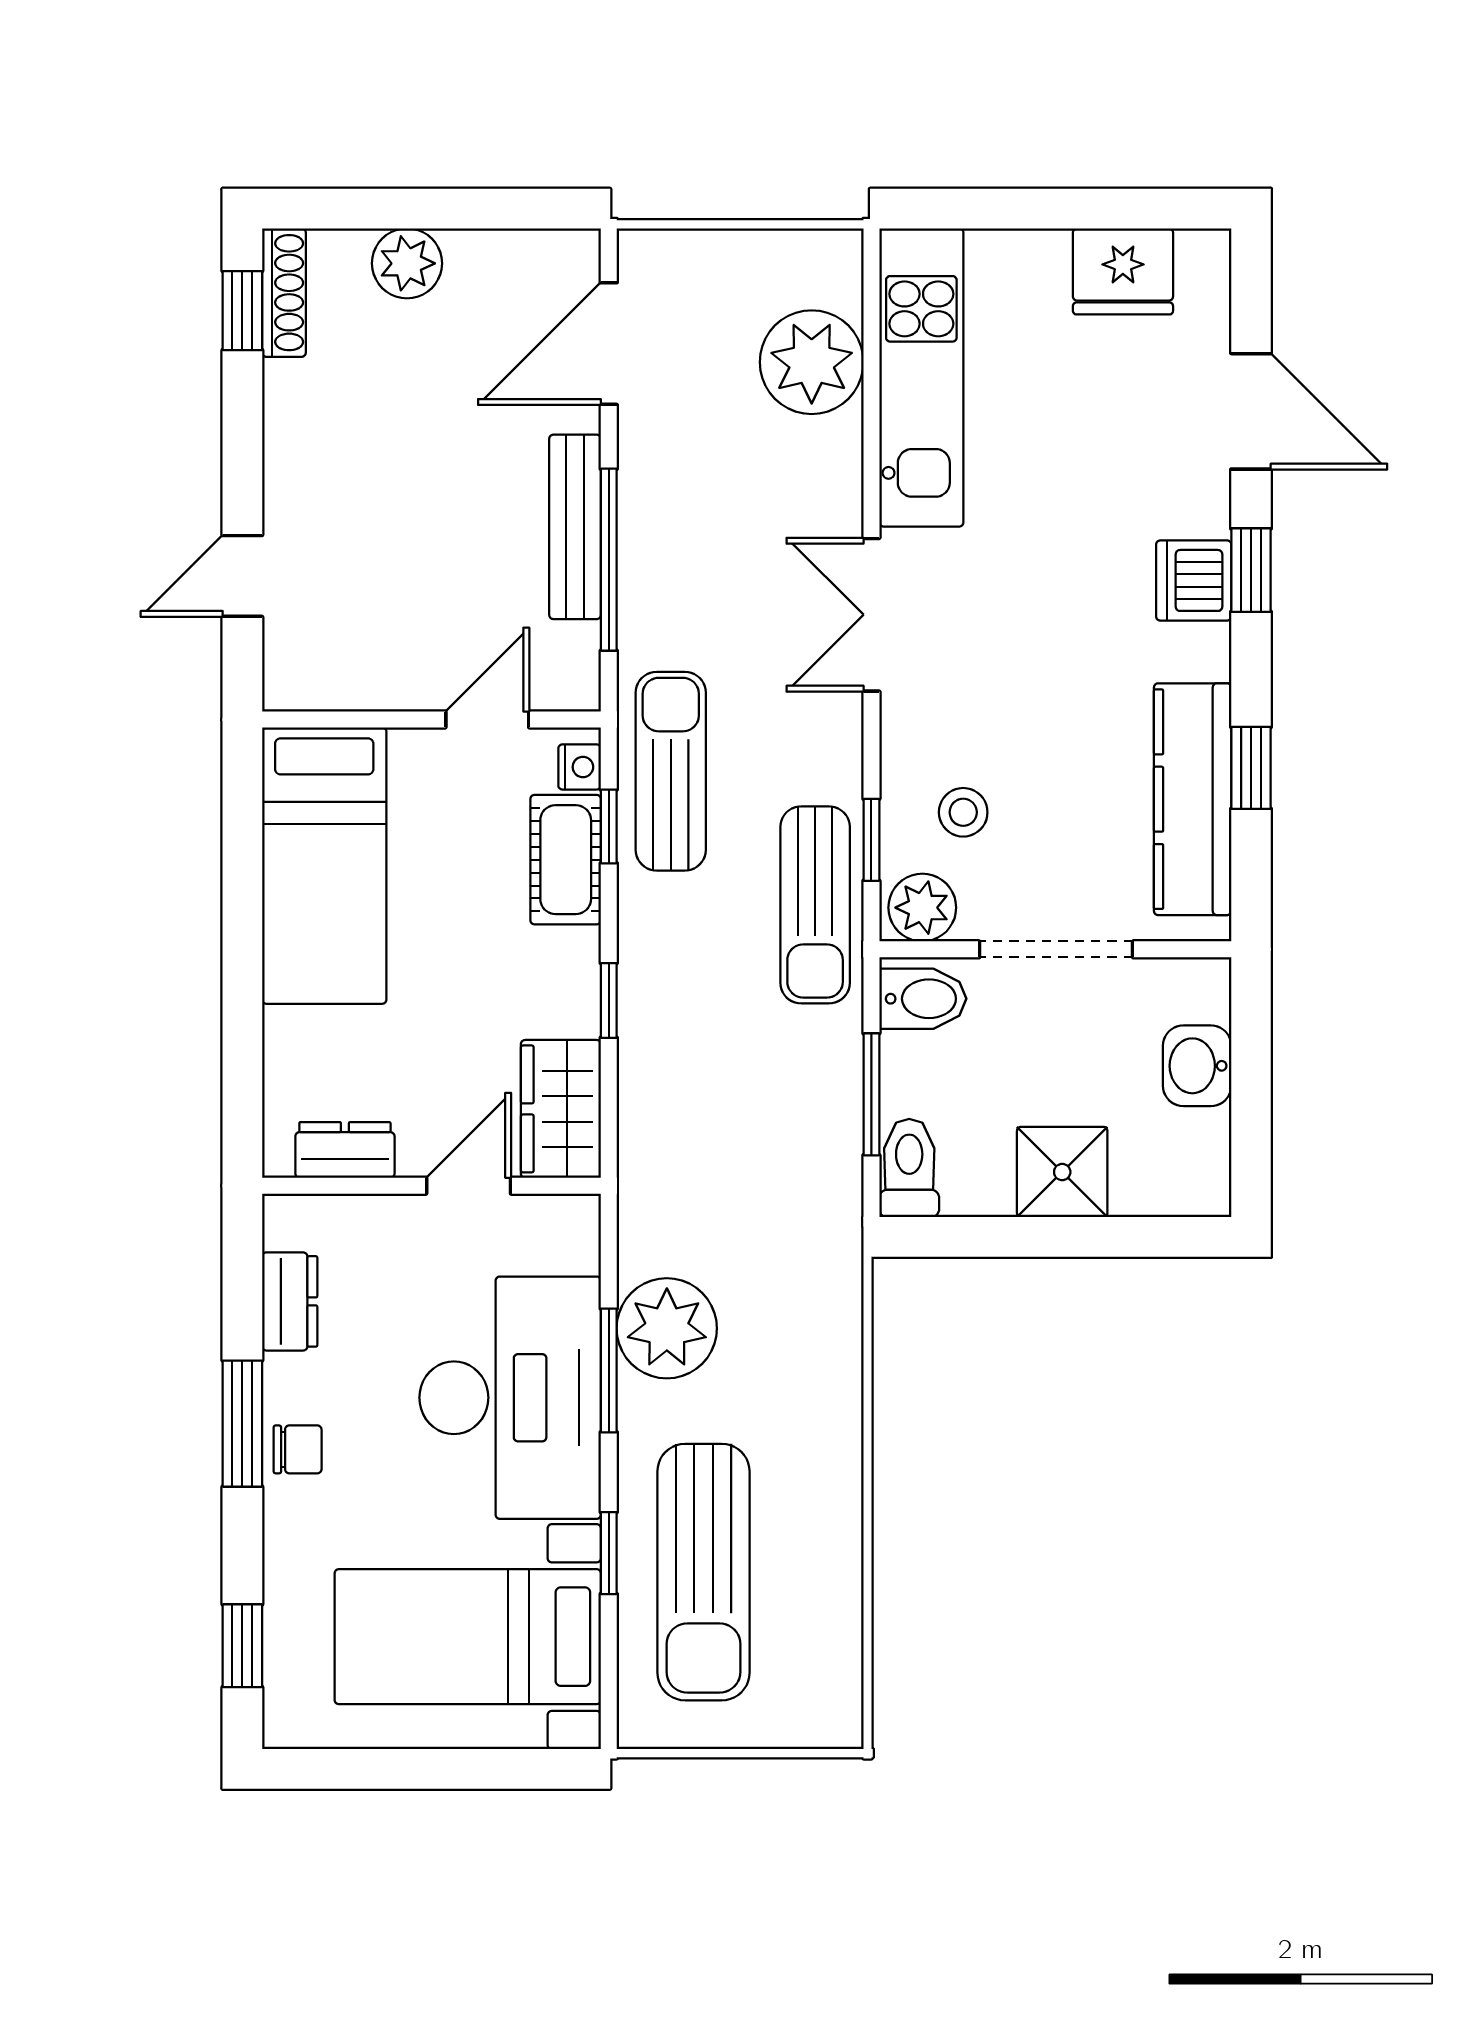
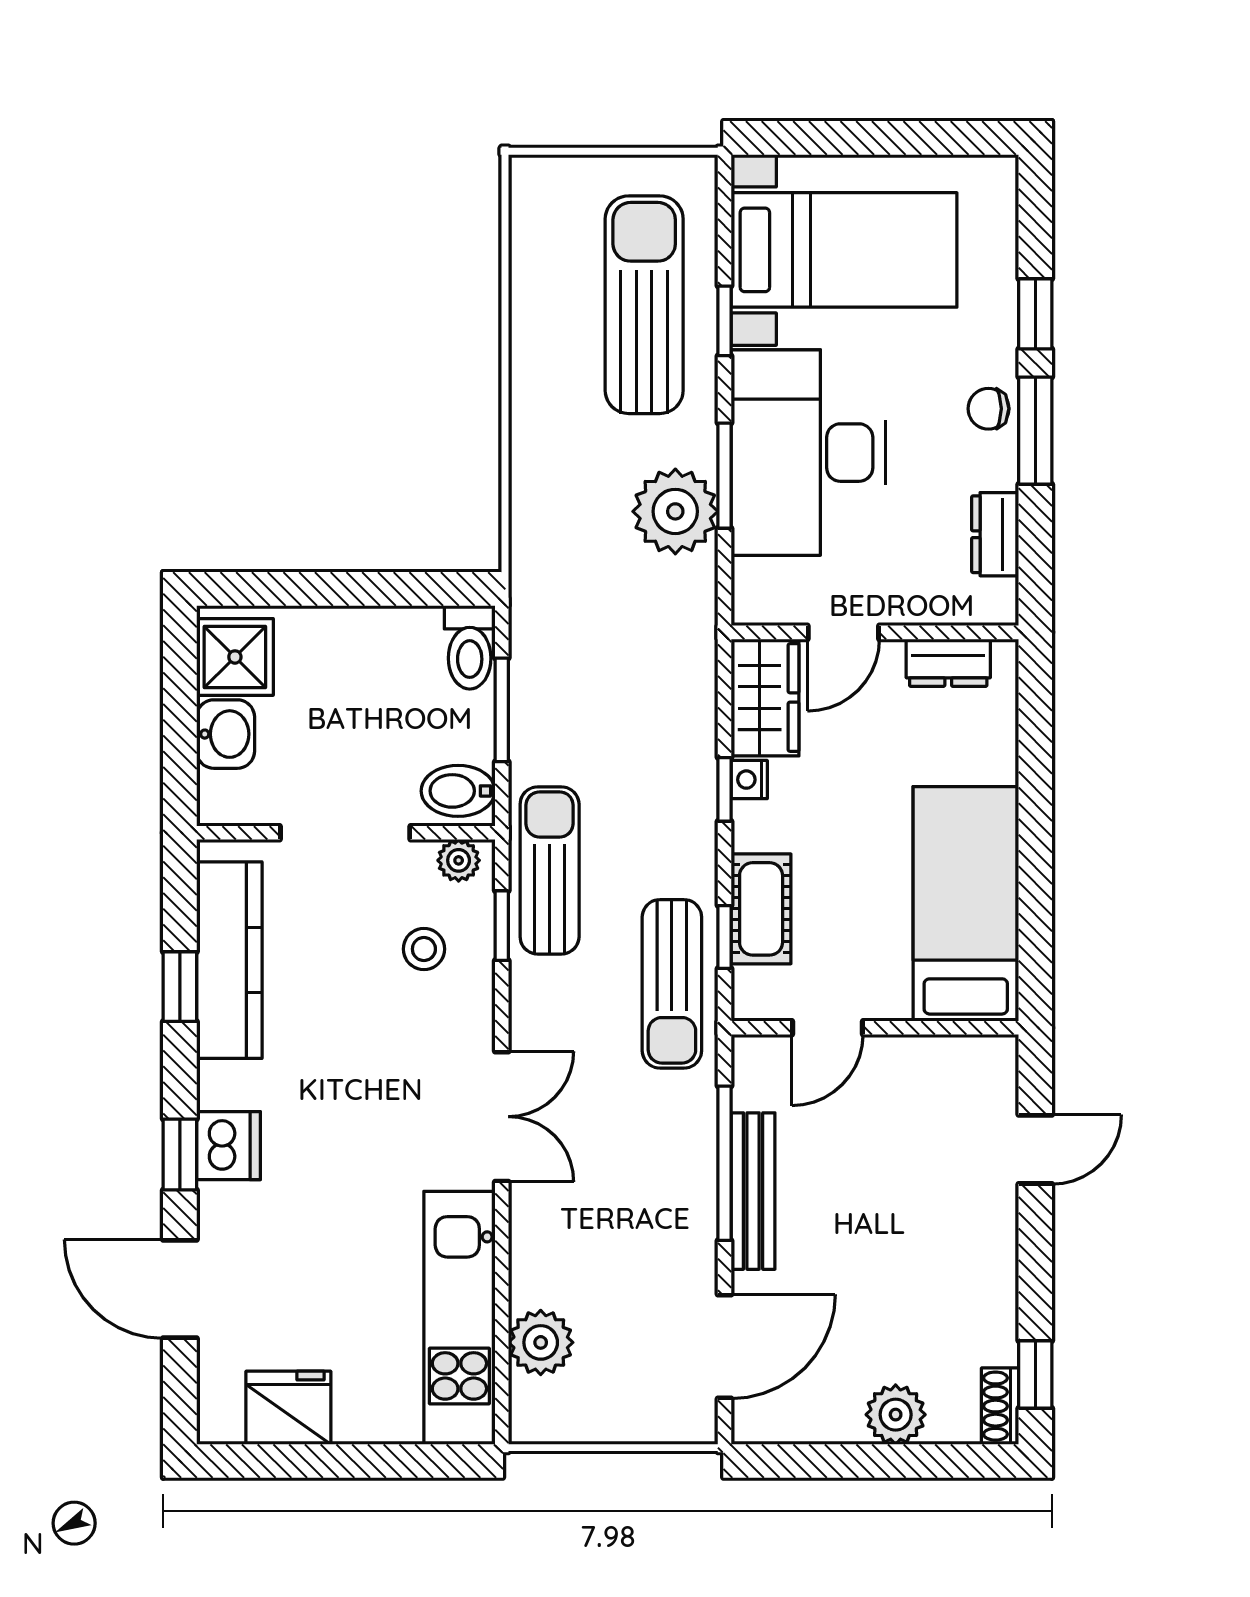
shoe rack: (284, 293) -> (1000, 1406), width x0.70
plant: (812, 362) -> (541, 1342), width x0.73, depth x0.73
nightstand: (580, 767) -> (749, 780), moved
plant: (922, 908) -> (459, 860), width x0.73, depth x0.73
shower: (1062, 1172) -> (235, 657), moved
window: (242, 1646) -> (1035, 314), moved

